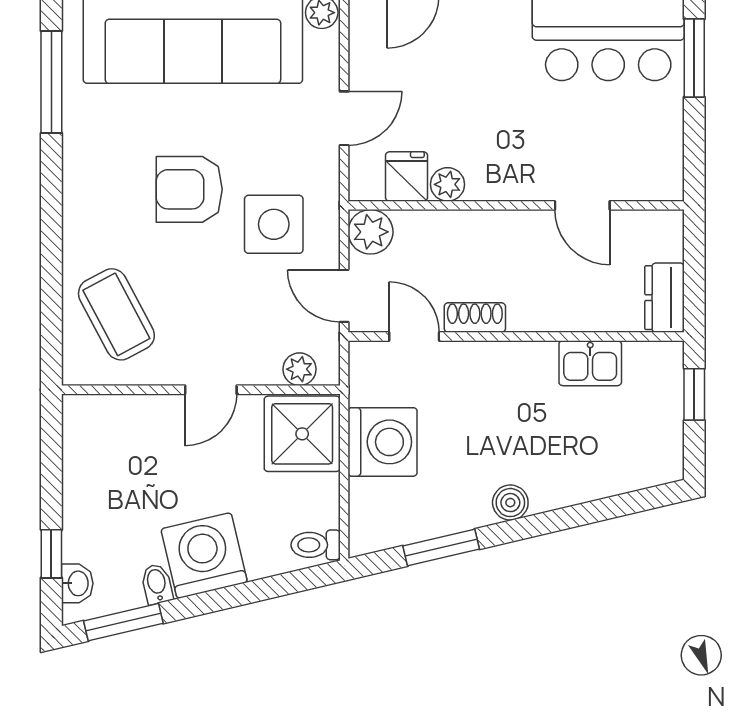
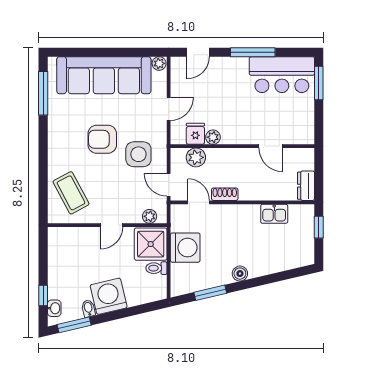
plant: (371, 232) -> (196, 157), moved
toilet: (316, 545) -> (156, 268), moved

